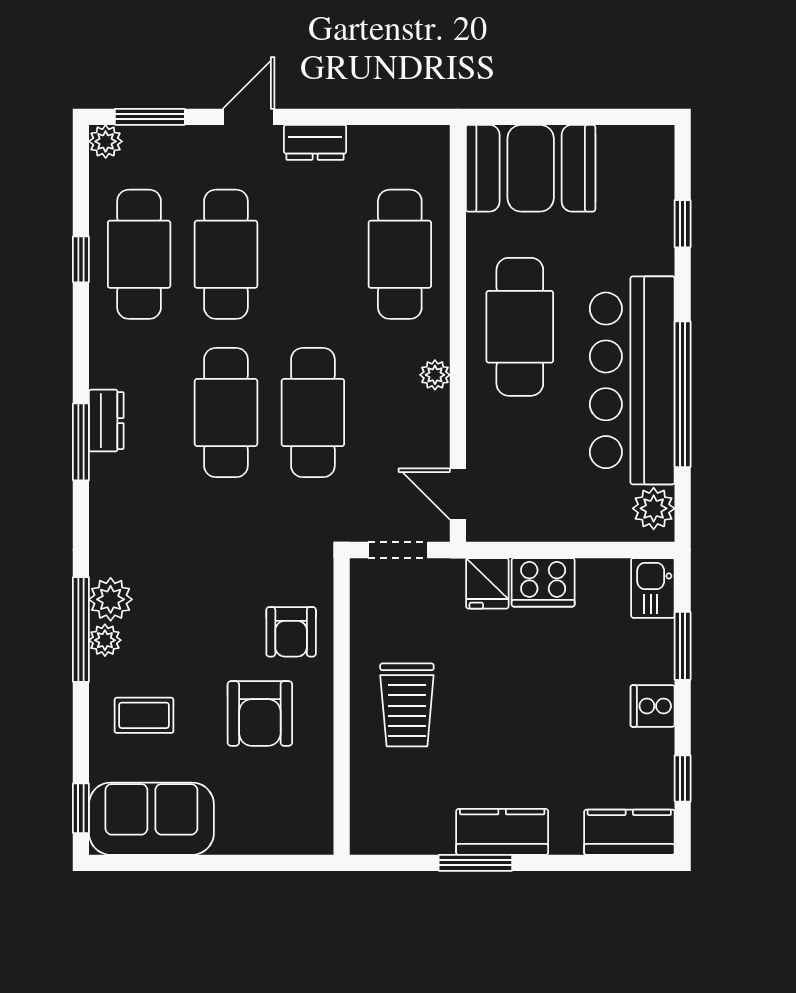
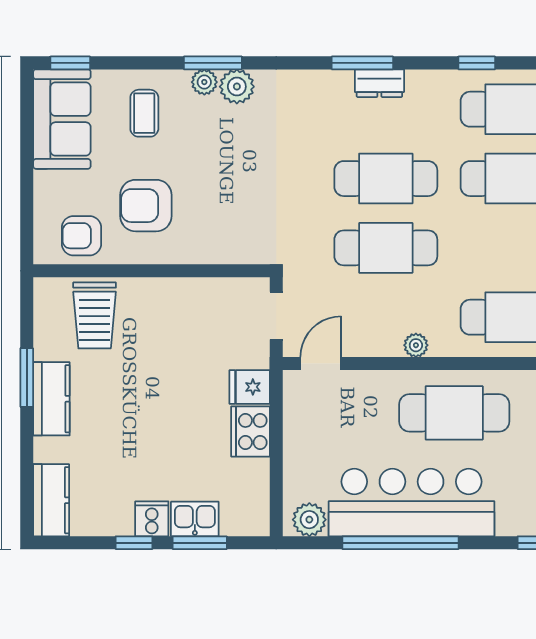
window: (81, 259) -> (477, 63), moved
kitchen sink: (653, 588) -> (195, 519), moved
window: (81, 629) -> (213, 63), width x0.69
armchair: (291, 632) -> (81, 236), moved
trolley: (407, 705) -> (95, 315), moved, turned -90
window: (683, 778) -> (134, 543), moved

